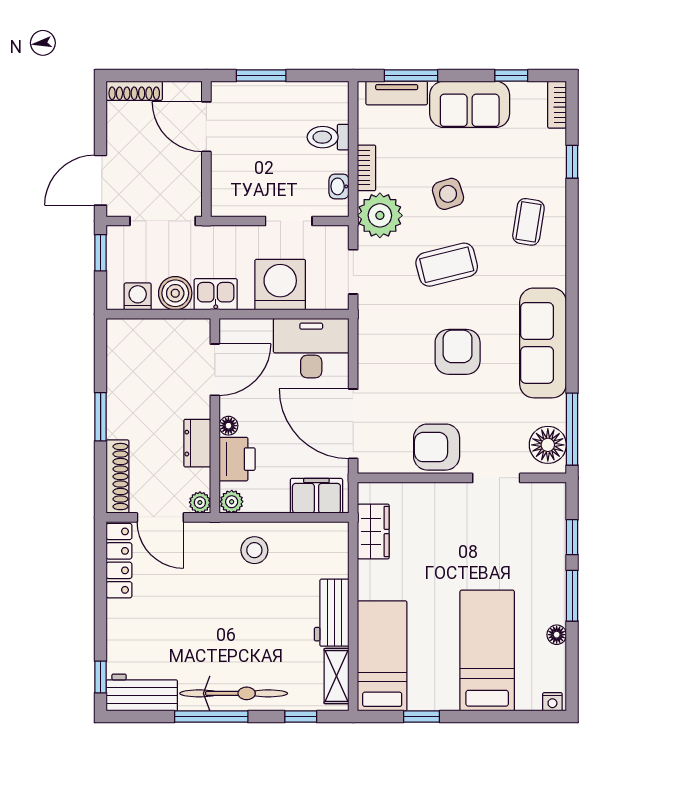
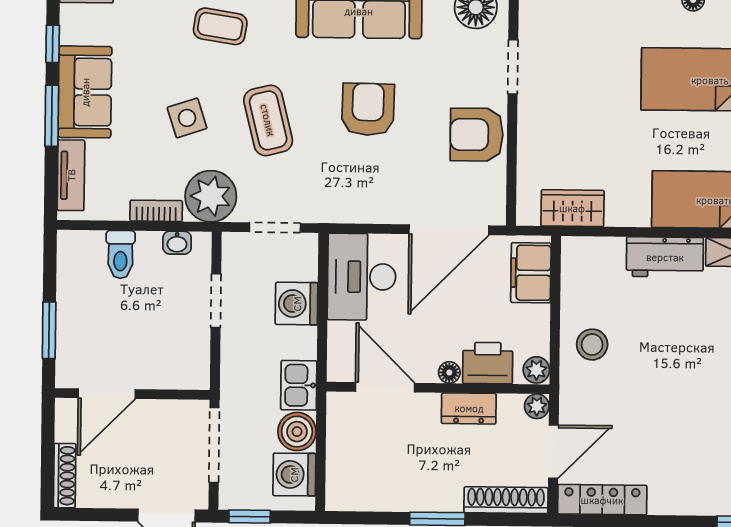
window: (411, 76) -> (52, 116), moved
washing machine: (280, 285) -> (297, 304), width x0.73, depth x0.73
washing machine: (138, 296) -> (294, 475), width x1.38, depth x1.38
armchair: (458, 352) -> (368, 109), turned 91
armchair: (437, 447) -> (477, 135), turned 90

